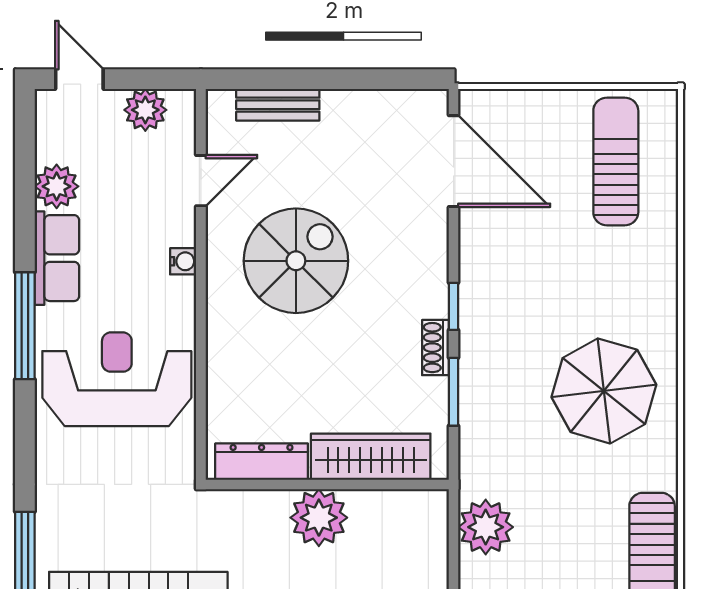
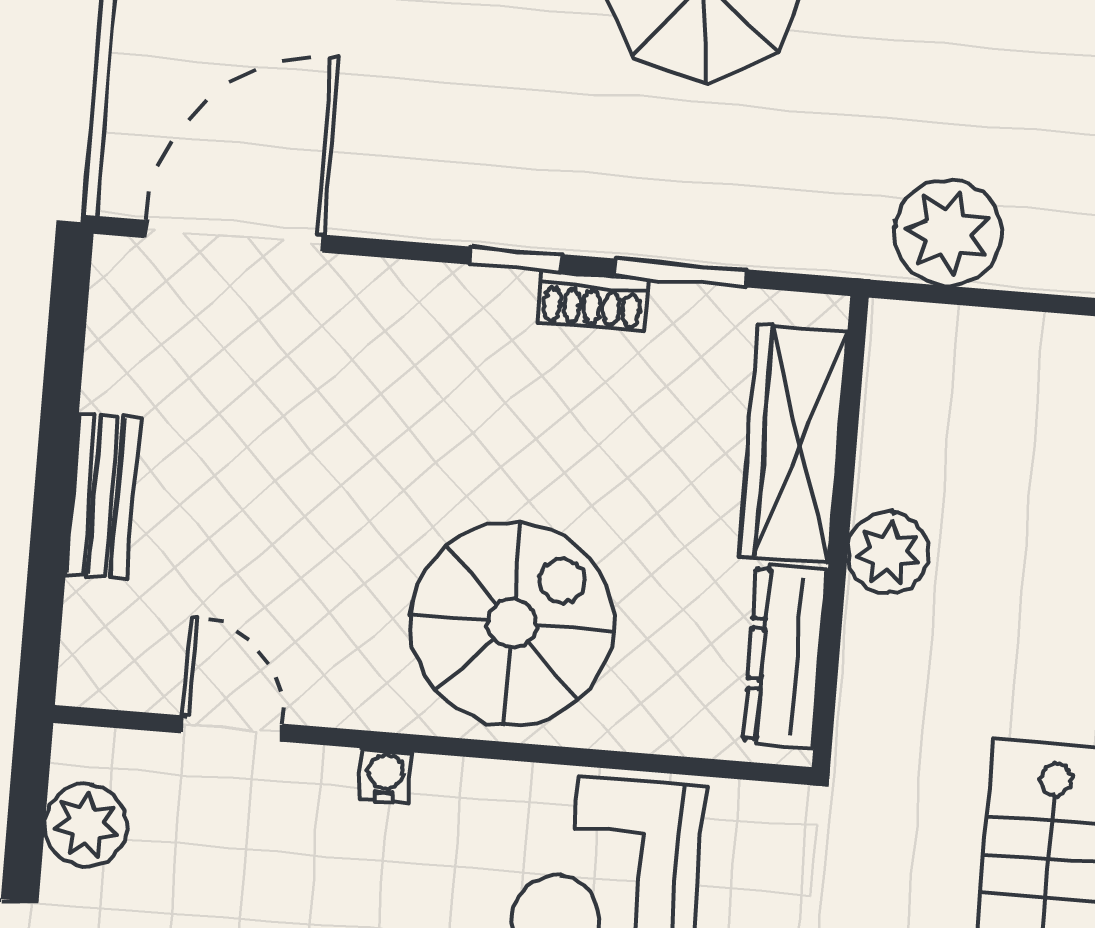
bench: (278, 105) -> (103, 496), moved
spiral stairs: (296, 261) -> (512, 623), moved, turned 90
plant: (319, 518) -> (888, 553), width x0.73, depth x0.73

